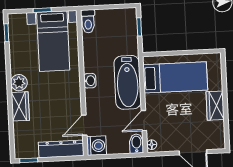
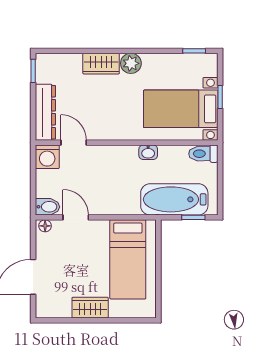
washbasin: (90, 81) -> (148, 152), moved
bathtub: (128, 82) -> (174, 199), moved

